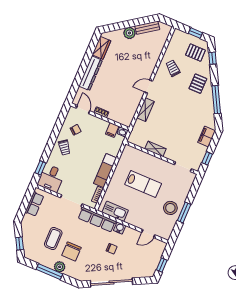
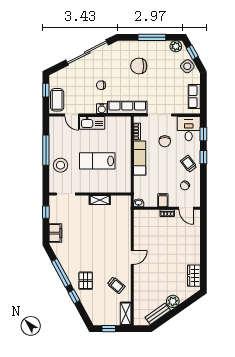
pallet: (195, 53) -> (101, 310), removed
window: (212, 58) -> (74, 297), moved
dresser: (91, 73) -> (194, 246), removed
shelving: (145, 110) -> (126, 314), moved
filing cabinet: (112, 130) -> (163, 200), moved
window: (49, 148) -> (203, 157), added
chair: (77, 176) -> (165, 141), added
stool: (170, 208) -> (61, 165), moved
kitchen sink: (115, 211) -> (92, 123), moved
window: (184, 213) -> (46, 150), width x1.44
side table: (29, 233) -> (187, 66), added
door: (148, 234) -> (72, 115), swing flipped
coffee table: (53, 239) -> (57, 100), moved
chair: (71, 251) -> (139, 66), turned -90
plant: (60, 267) -> (176, 46), moved

